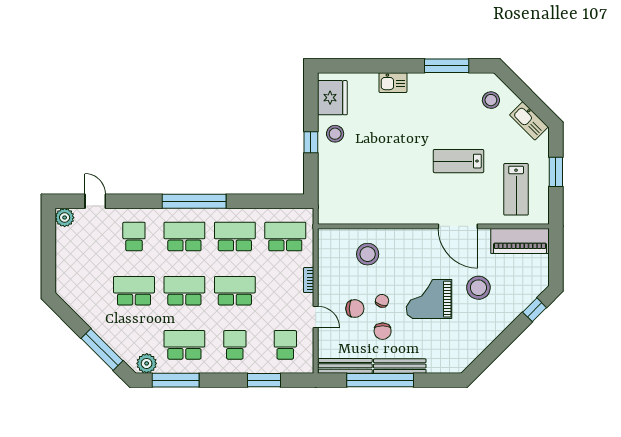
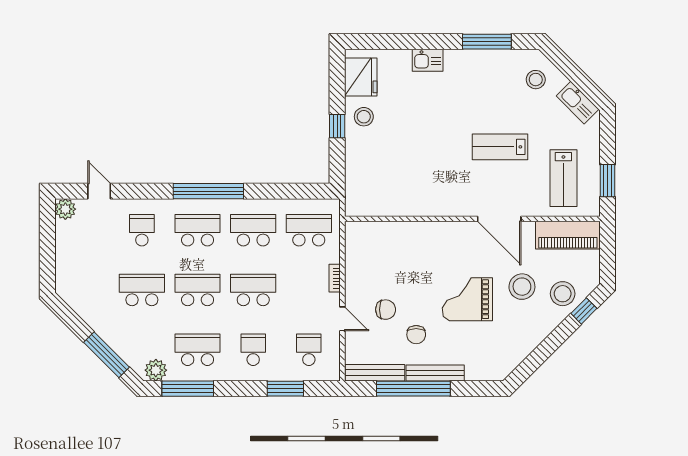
window: (556, 172) -> (607, 181), moved
stool: (368, 254) -> (563, 294), moved
chair: (382, 301) -> (416, 301), removed

